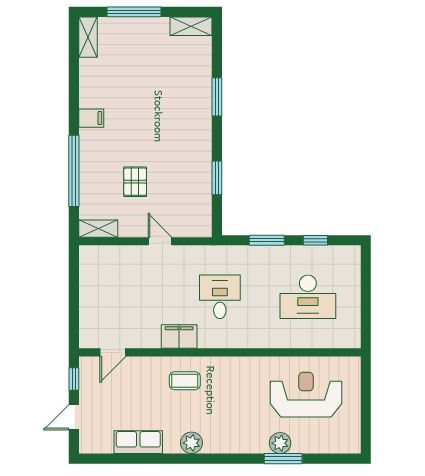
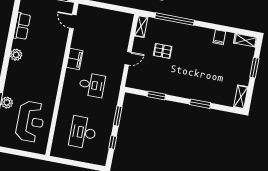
window: (134, 12) -> (254, 68), width x0.69
filing cabinet: (91, 118) -> (219, 37), moved
coffee table: (185, 381) -> (50, 57), removed

